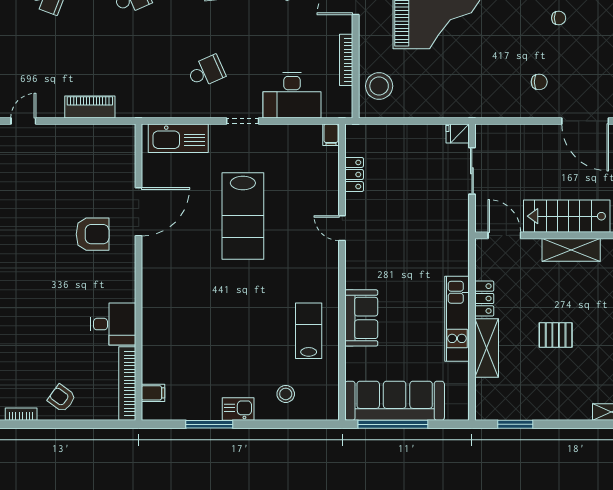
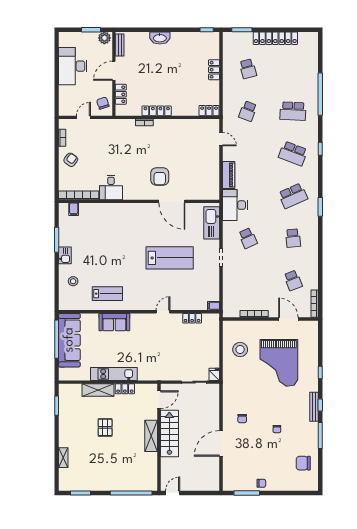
stool: (379, 86) -> (240, 350), moved
desk: (292, 95) -> (235, 205), moved
lab bench: (243, 216) -> (170, 258), turned 180

